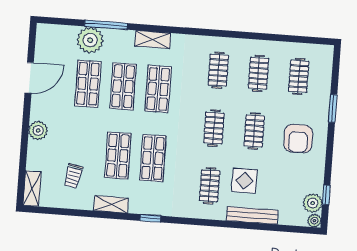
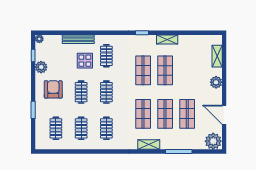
plant: (90, 40) -> (213, 141), moved
door: (29, 78) -> (224, 115), hinge flipped
trolley: (73, 176) -> (192, 55), removed
shelving: (32, 189) -> (217, 56), moved
plant: (313, 203) -> (41, 67), moved

